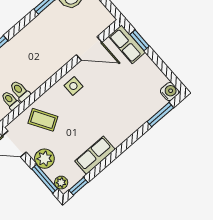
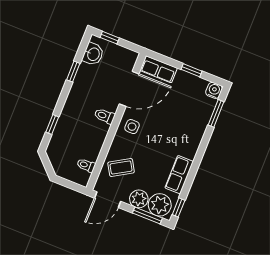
window: (140, 40) -> (192, 70), moved
door: (89, 48) -> (129, 89), width x1.36
toilet: (20, 91) -> (105, 116), moved
plant: (61, 183) -> (160, 205), width x1.87, depth x1.87

